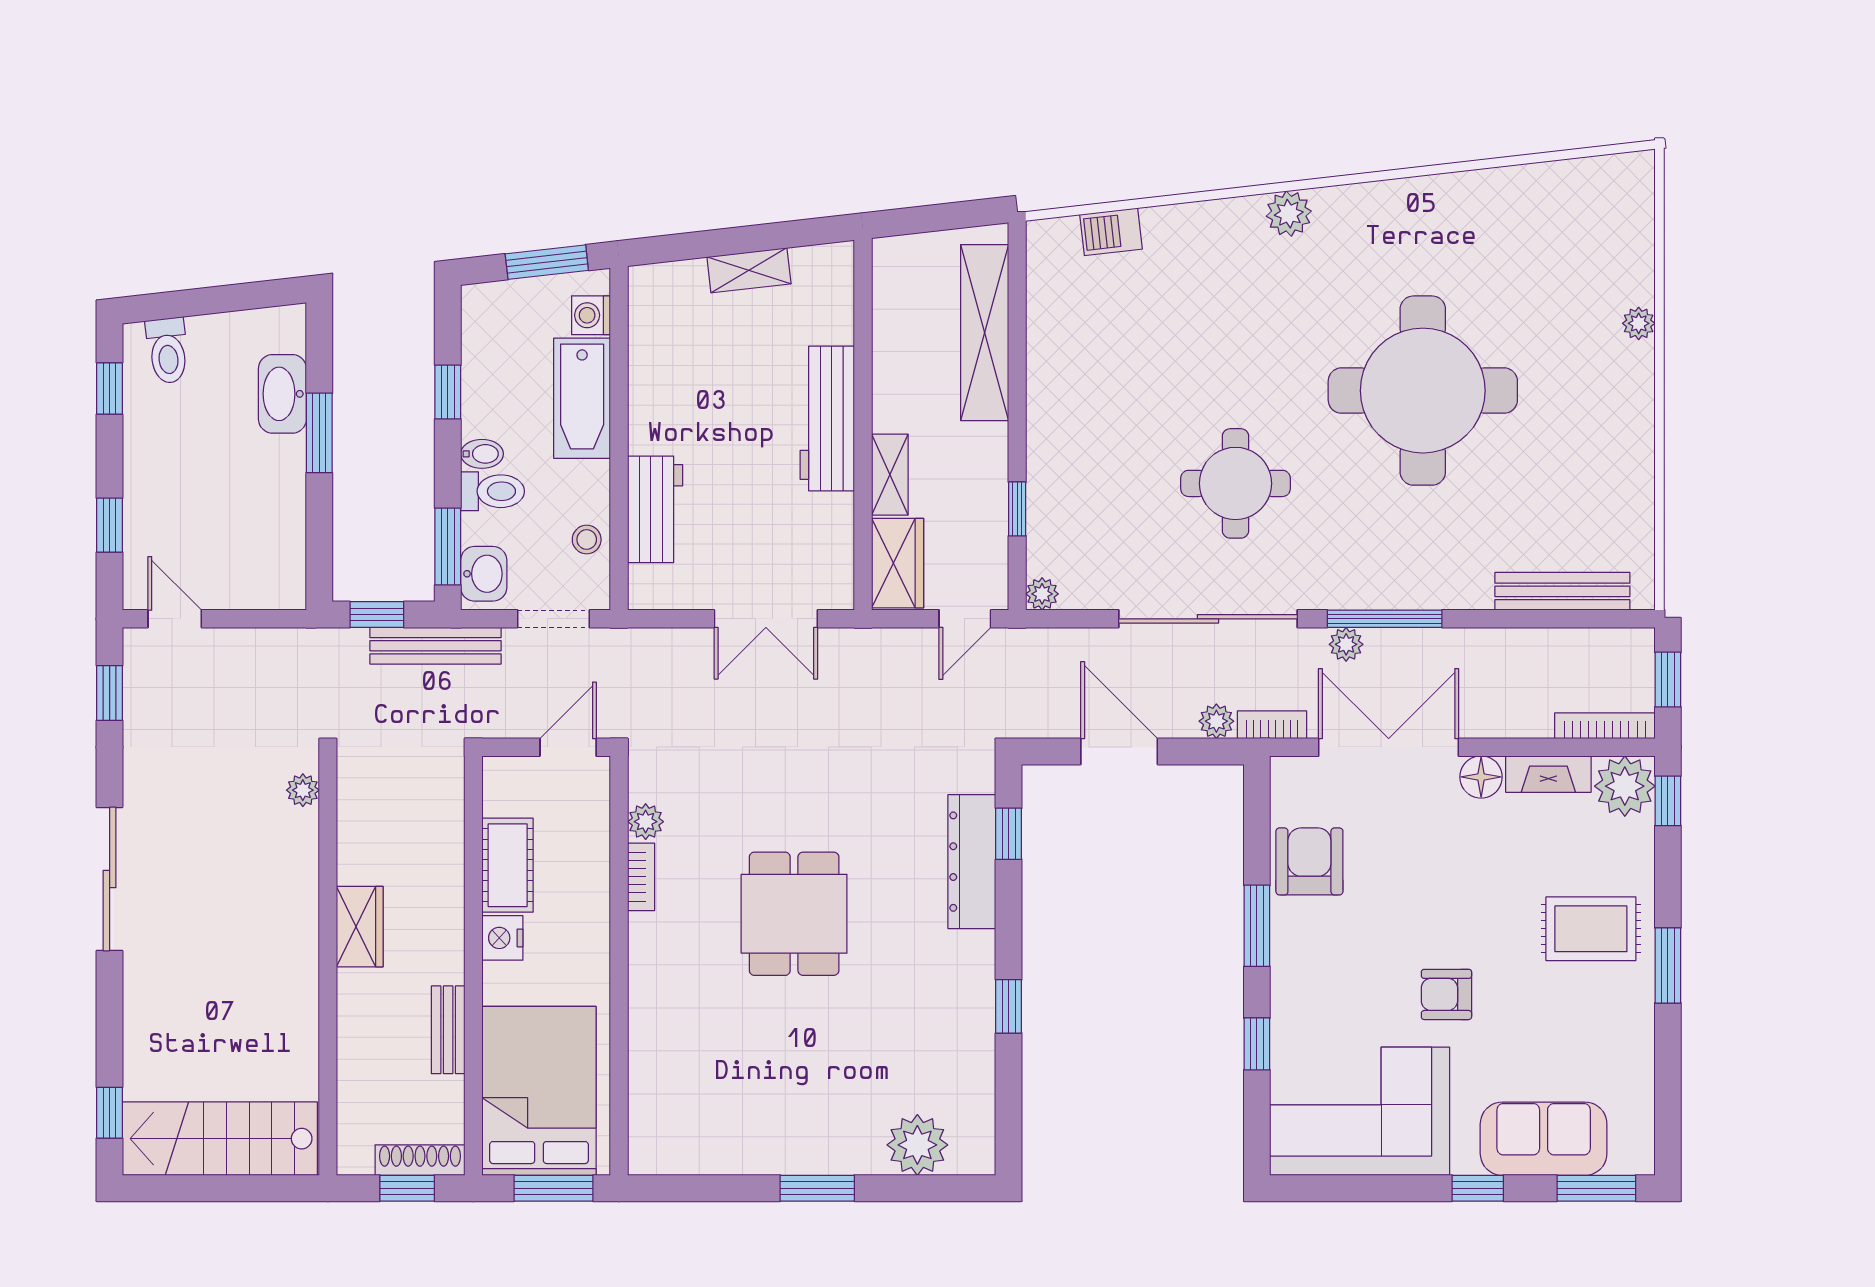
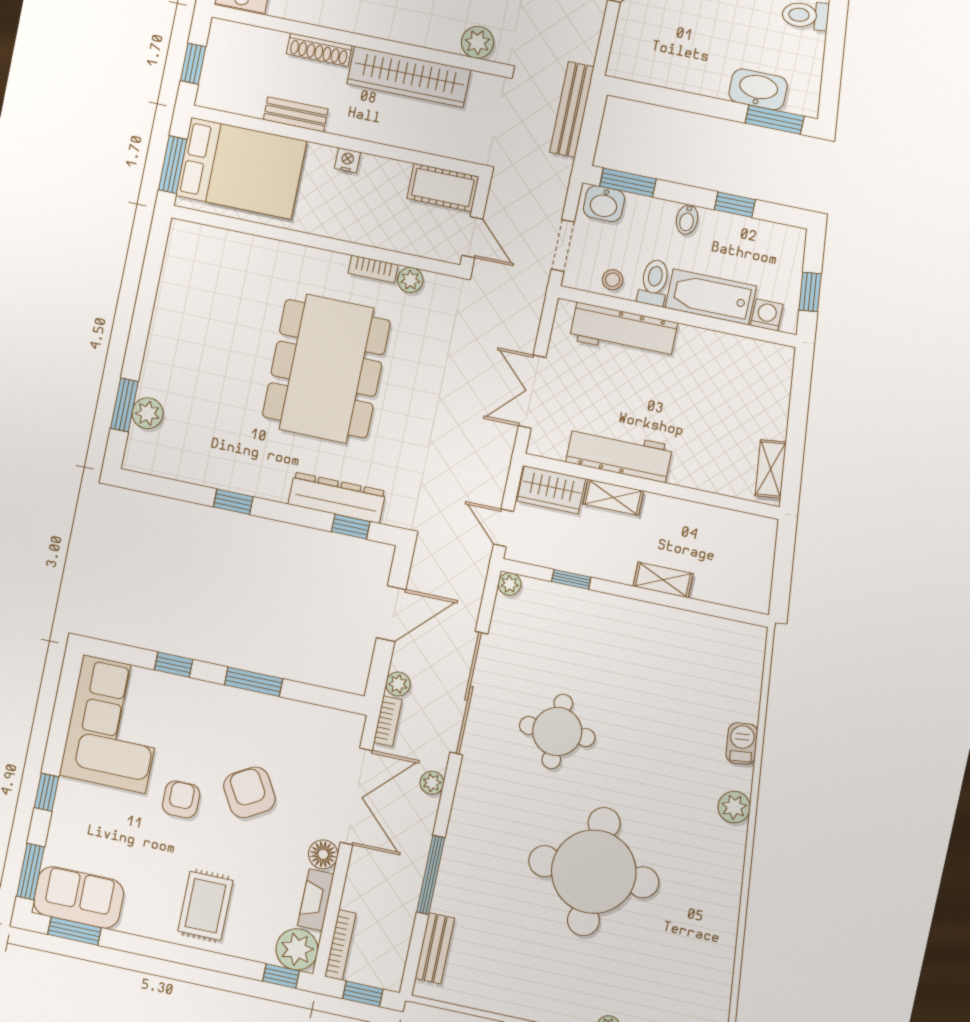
barbecue: (1111, 232) -> (742, 743), moved
window: (547, 262) -> (810, 292), width x0.67
shelving: (749, 270) -> (771, 469), moved
shelving: (985, 333) -> (663, 580), width x0.45, depth x0.75
workbench: (827, 419) -> (619, 454), moved
window: (319, 433) -> (775, 120), moved
toilet: (493, 491) -> (654, 282), moved, turned 180
workbench: (655, 509) -> (623, 331), width x1.38
bench: (1562, 591) -> (435, 948), width x0.73
window: (377, 615) -> (591, 124), removed
window: (1385, 619) -> (431, 875), moved
bench: (436, 646) -> (572, 110), moved
plant: (303, 790) -> (478, 42), width x1.38, depth x1.38
armchair: (1309, 861) -> (249, 792), moved, turned -120
cot: (508, 865) -> (443, 188), moved
dining table: (794, 914) -> (326, 369), width x1.88, depth x1.24
wardrobe: (360, 927) -> (409, 77), width x2.10, depth x1.17
nightstand: (502, 938) -> (347, 160), width x0.72, depth x0.74
window: (1668, 965) -> (74, 931), moved
sofa: (1544, 1139) -> (79, 897), moved, turned -90
plant: (917, 1145) -> (148, 413), width x0.73, depth x0.73
shoe rack: (420, 1160) -> (319, 50), moved, turned 90
window: (817, 1188) -> (124, 405), moved

